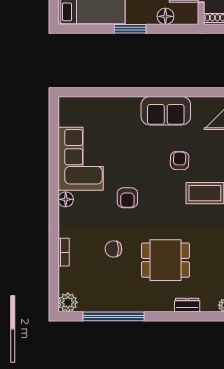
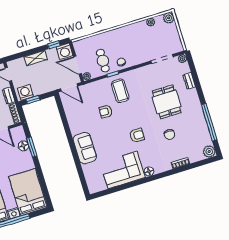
window: (130, 29) -> (32, 147), moved
sofa: (166, 111) -> (85, 148), moved

